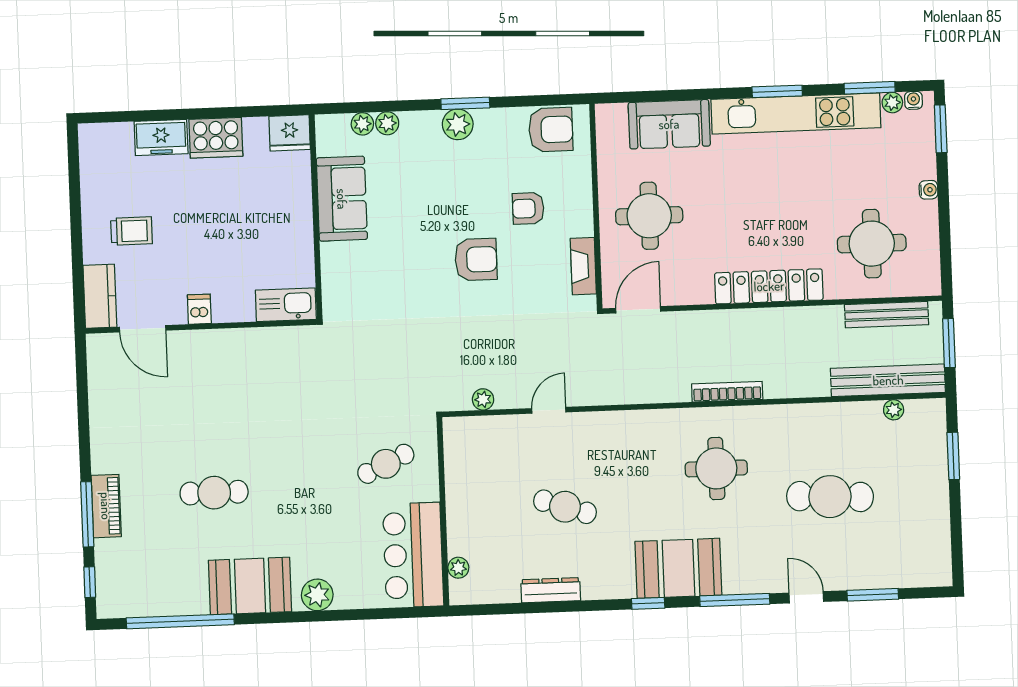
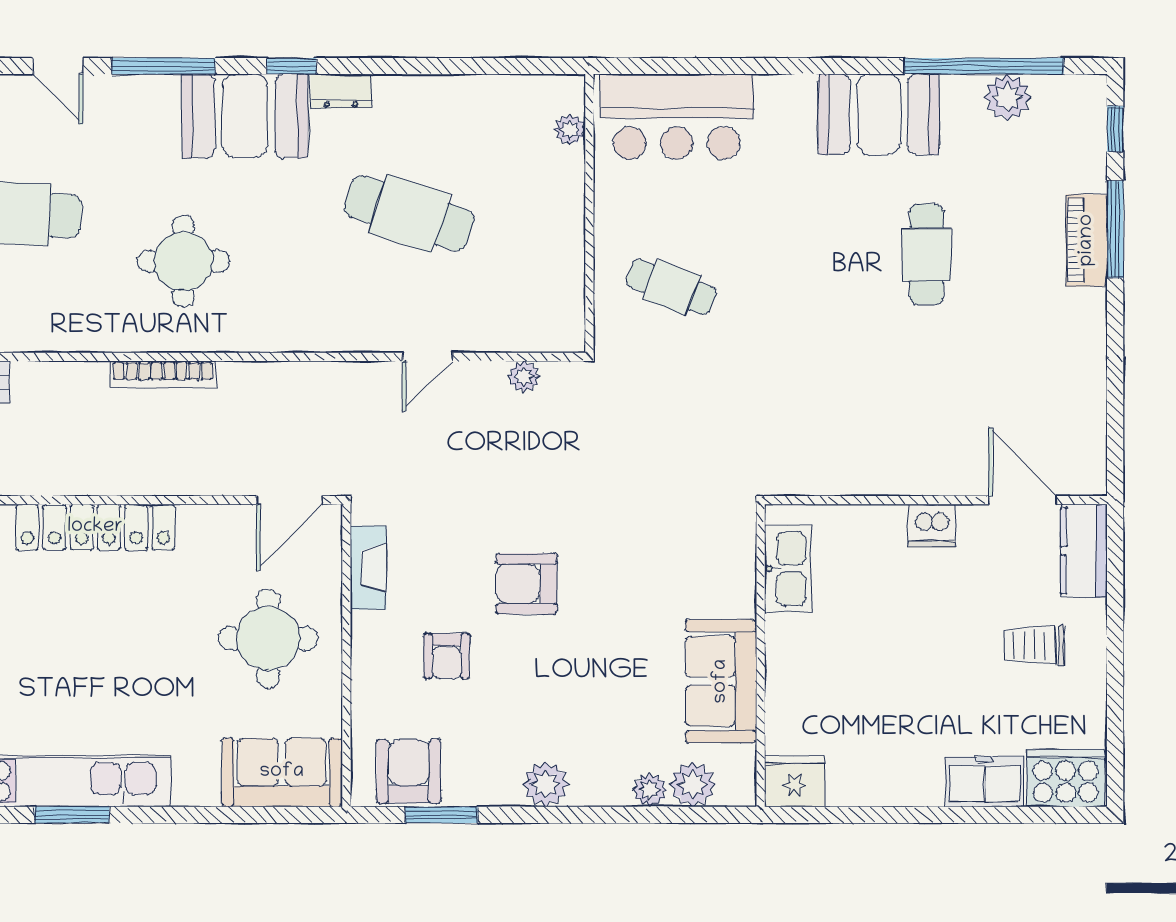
window: (465, 103) -> (441, 815), moved
plant: (362, 124) -> (693, 784), width x1.38, depth x1.38
sofa: (669, 124) -> (282, 772), moved
armchair: (551, 130) -> (409, 771), turned 90
cooker: (216, 138) -> (1066, 778), moved
armchair: (528, 208) -> (446, 656), turned 90
kitchen sink: (286, 305) -> (788, 569), moved, turned -90
dishwasher: (199, 309) -> (931, 526), width x1.38
cafe table: (386, 464) -> (671, 287), turned 46
cafe table: (214, 493) -> (926, 254), turned 90
cafe table: (565, 507) -> (409, 213), width x1.37, depth x1.35
bar counter: (413, 555) -> (677, 117), moved, turned 90
dresser: (551, 590) -> (341, 91), moved, width x0.70
plant: (317, 595) -> (1008, 97), moved

